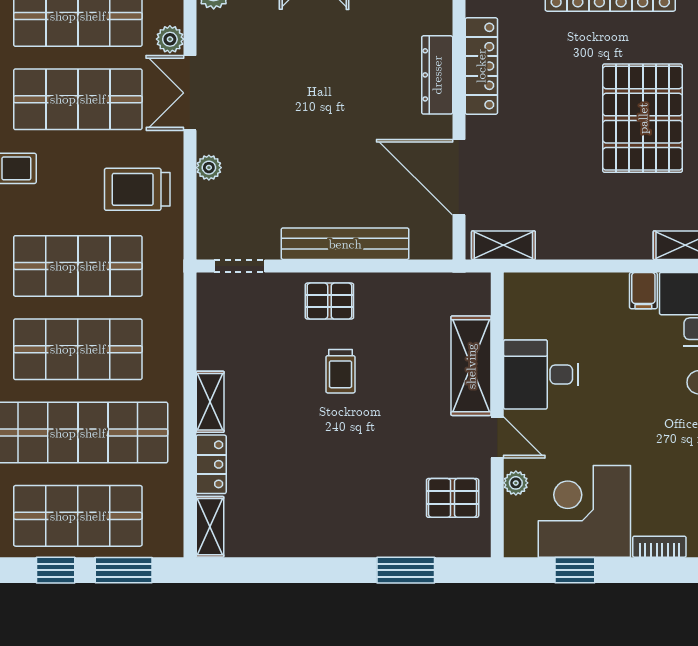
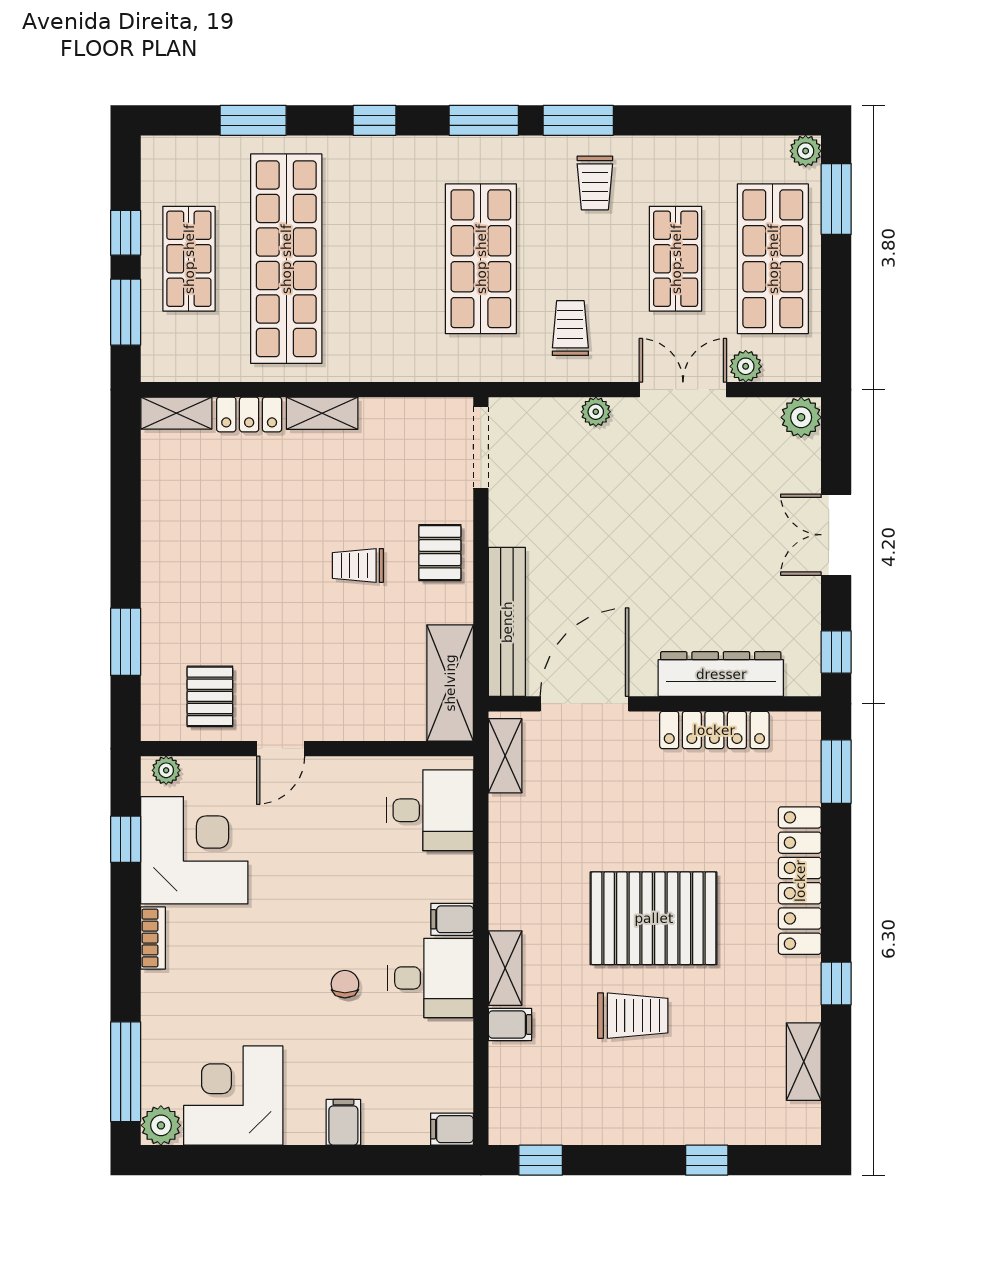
dresser: (437, 75) -> (721, 674), width x1.37, depth x1.24
shop shelf: (78, 99) -> (676, 259), width x0.70, depth x0.74
trolley: (137, 189) -> (570, 328), width x0.73, depth x0.72
bench: (345, 244) -> (507, 622), moved
doorway: (239, 266) -> (481, 447), width x1.38
shop shelf: (78, 349) -> (384, 259), removed
shelving: (471, 366) -> (450, 683), moved, turned 90
desk: (541, 374) -> (430, 810), moved, turned 90
plant: (516, 483) -> (166, 770), moved
shop shelf: (78, 516) -> (189, 259), width x0.70, depth x0.74

